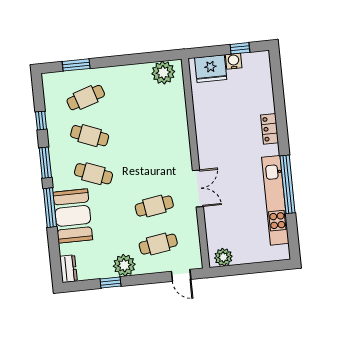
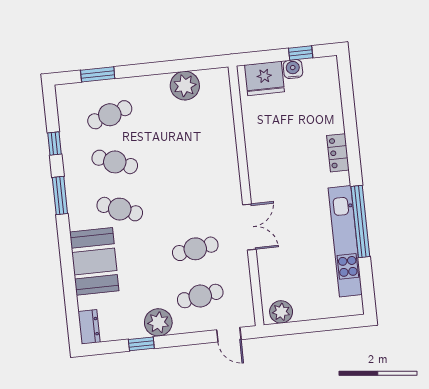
plant: (163, 73) -> (185, 86), moved
window: (50, 208) -> (66, 251), removed

